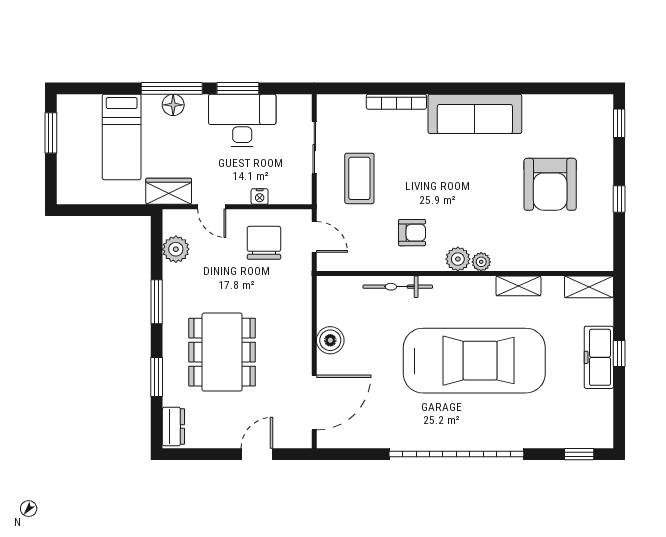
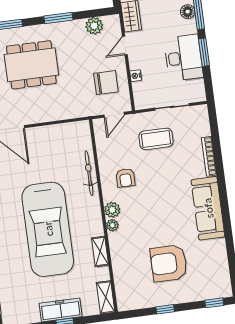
boiler: (330, 340) -> (48, 134), removed

